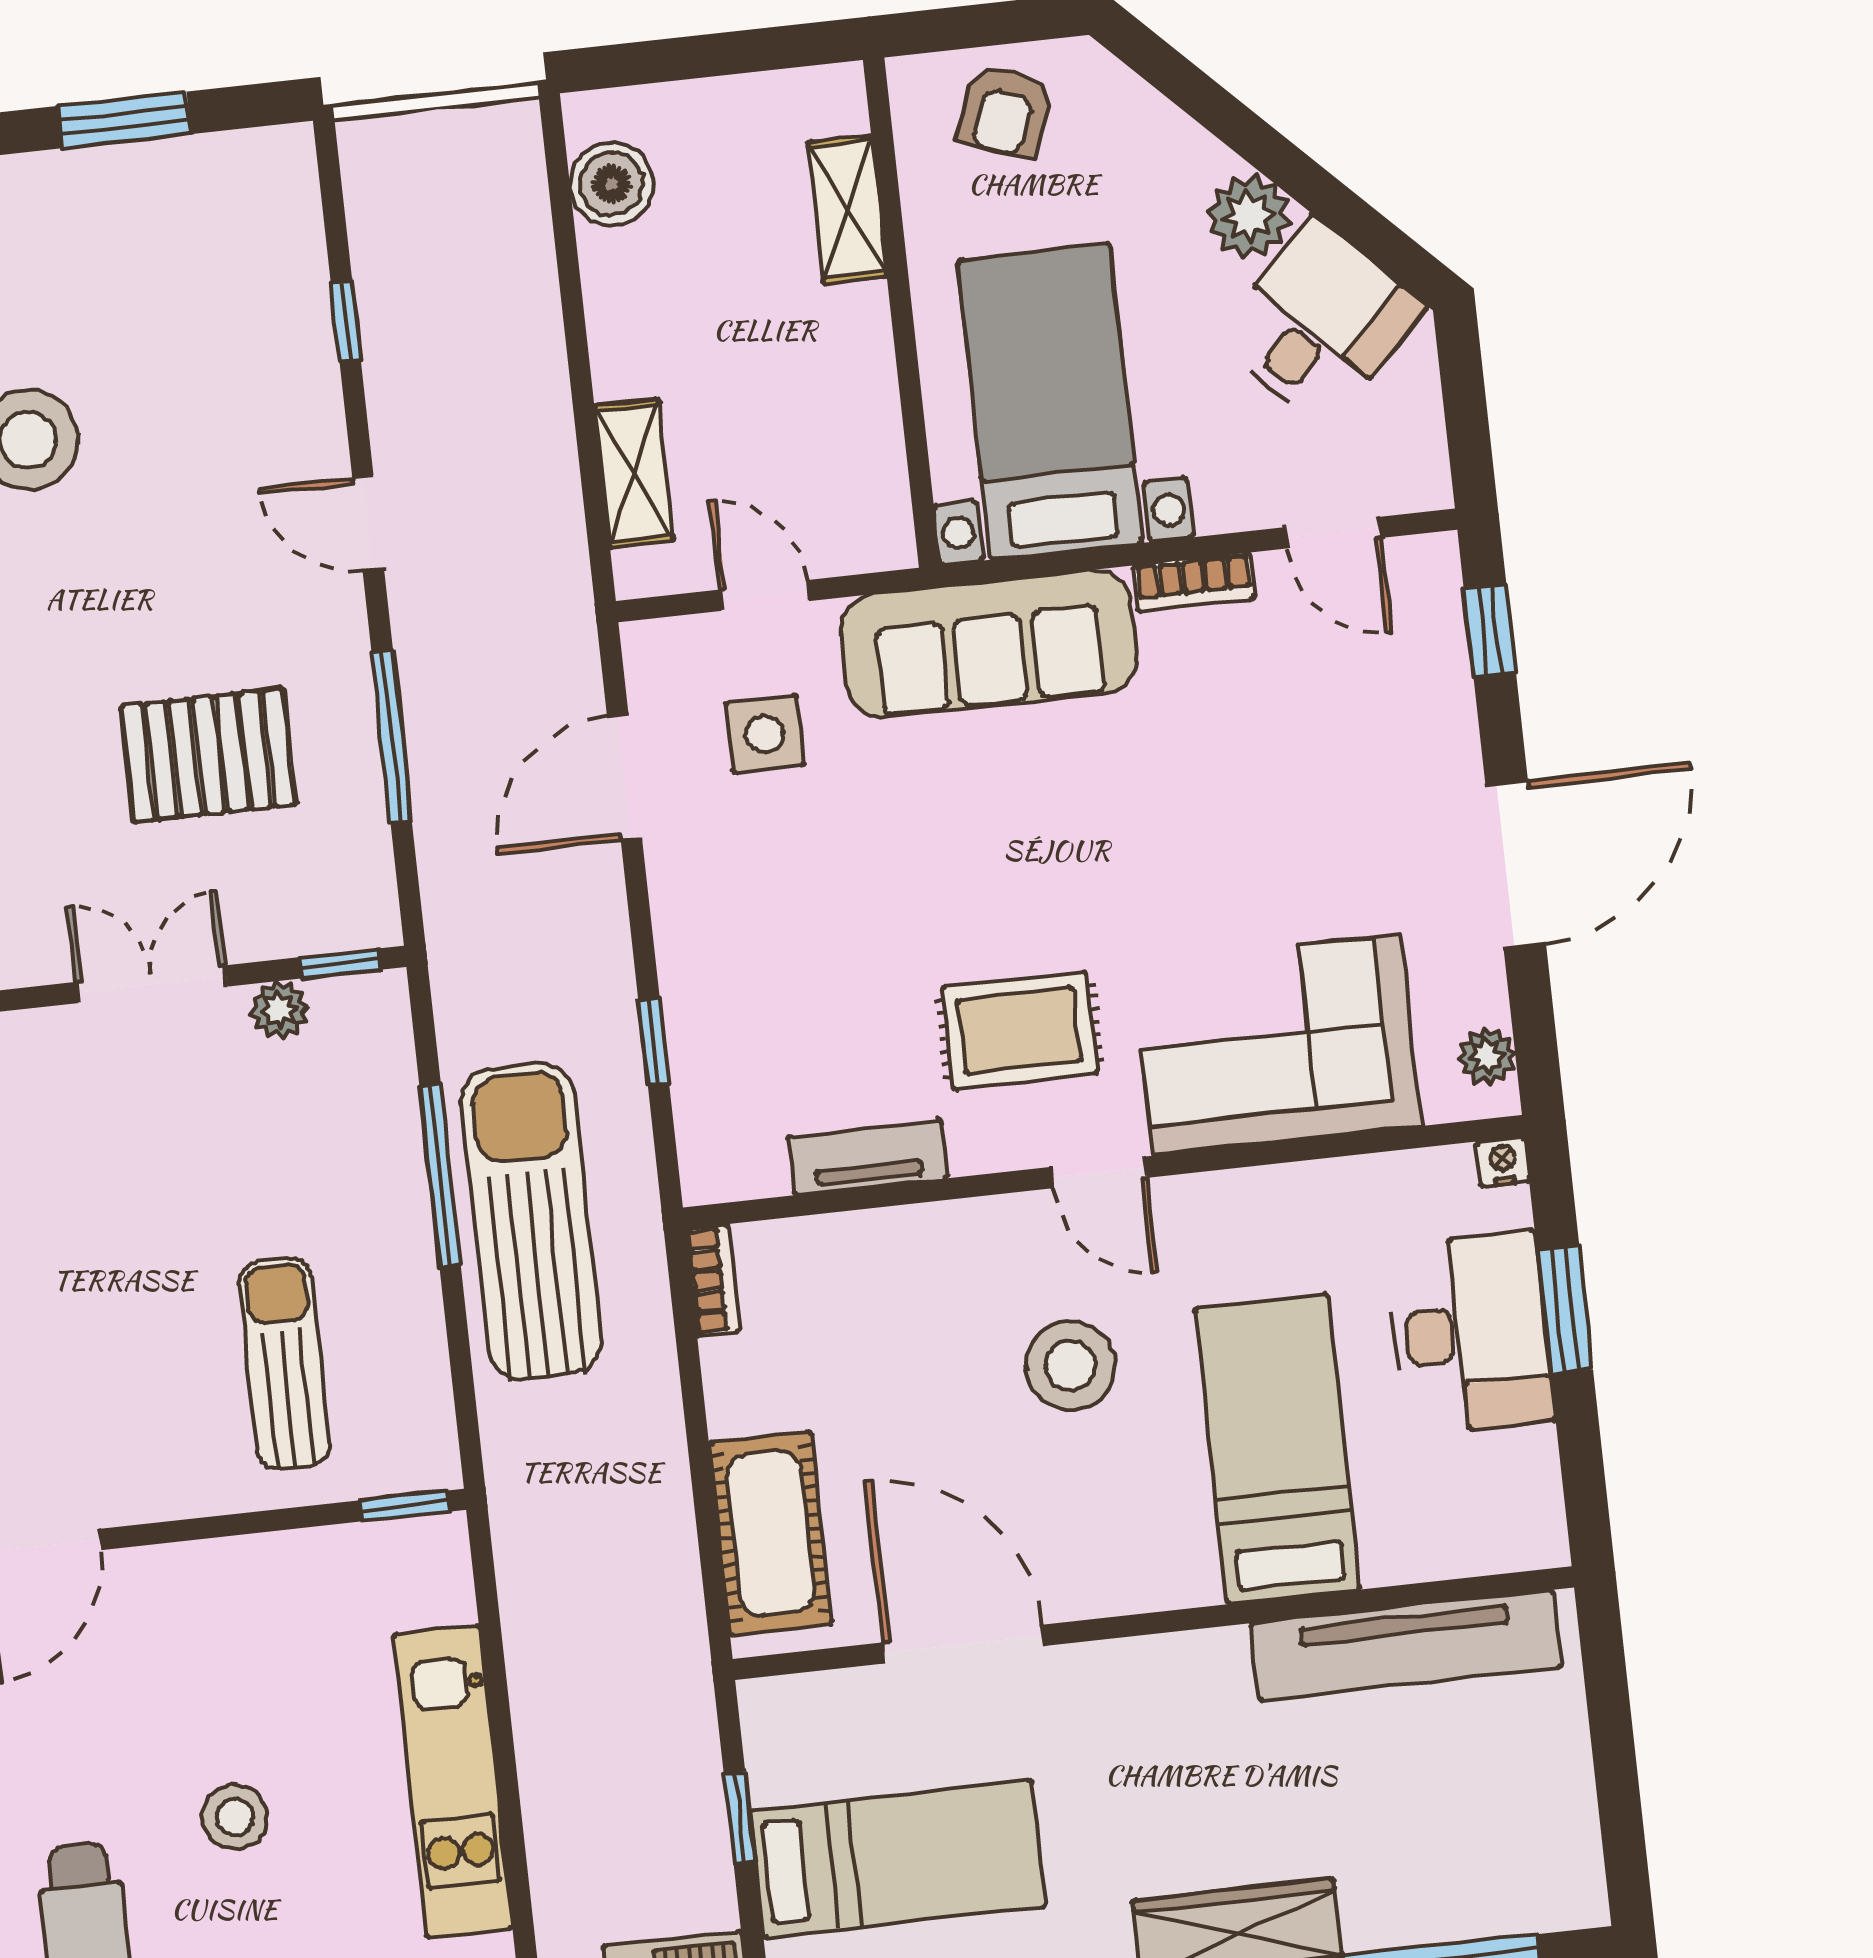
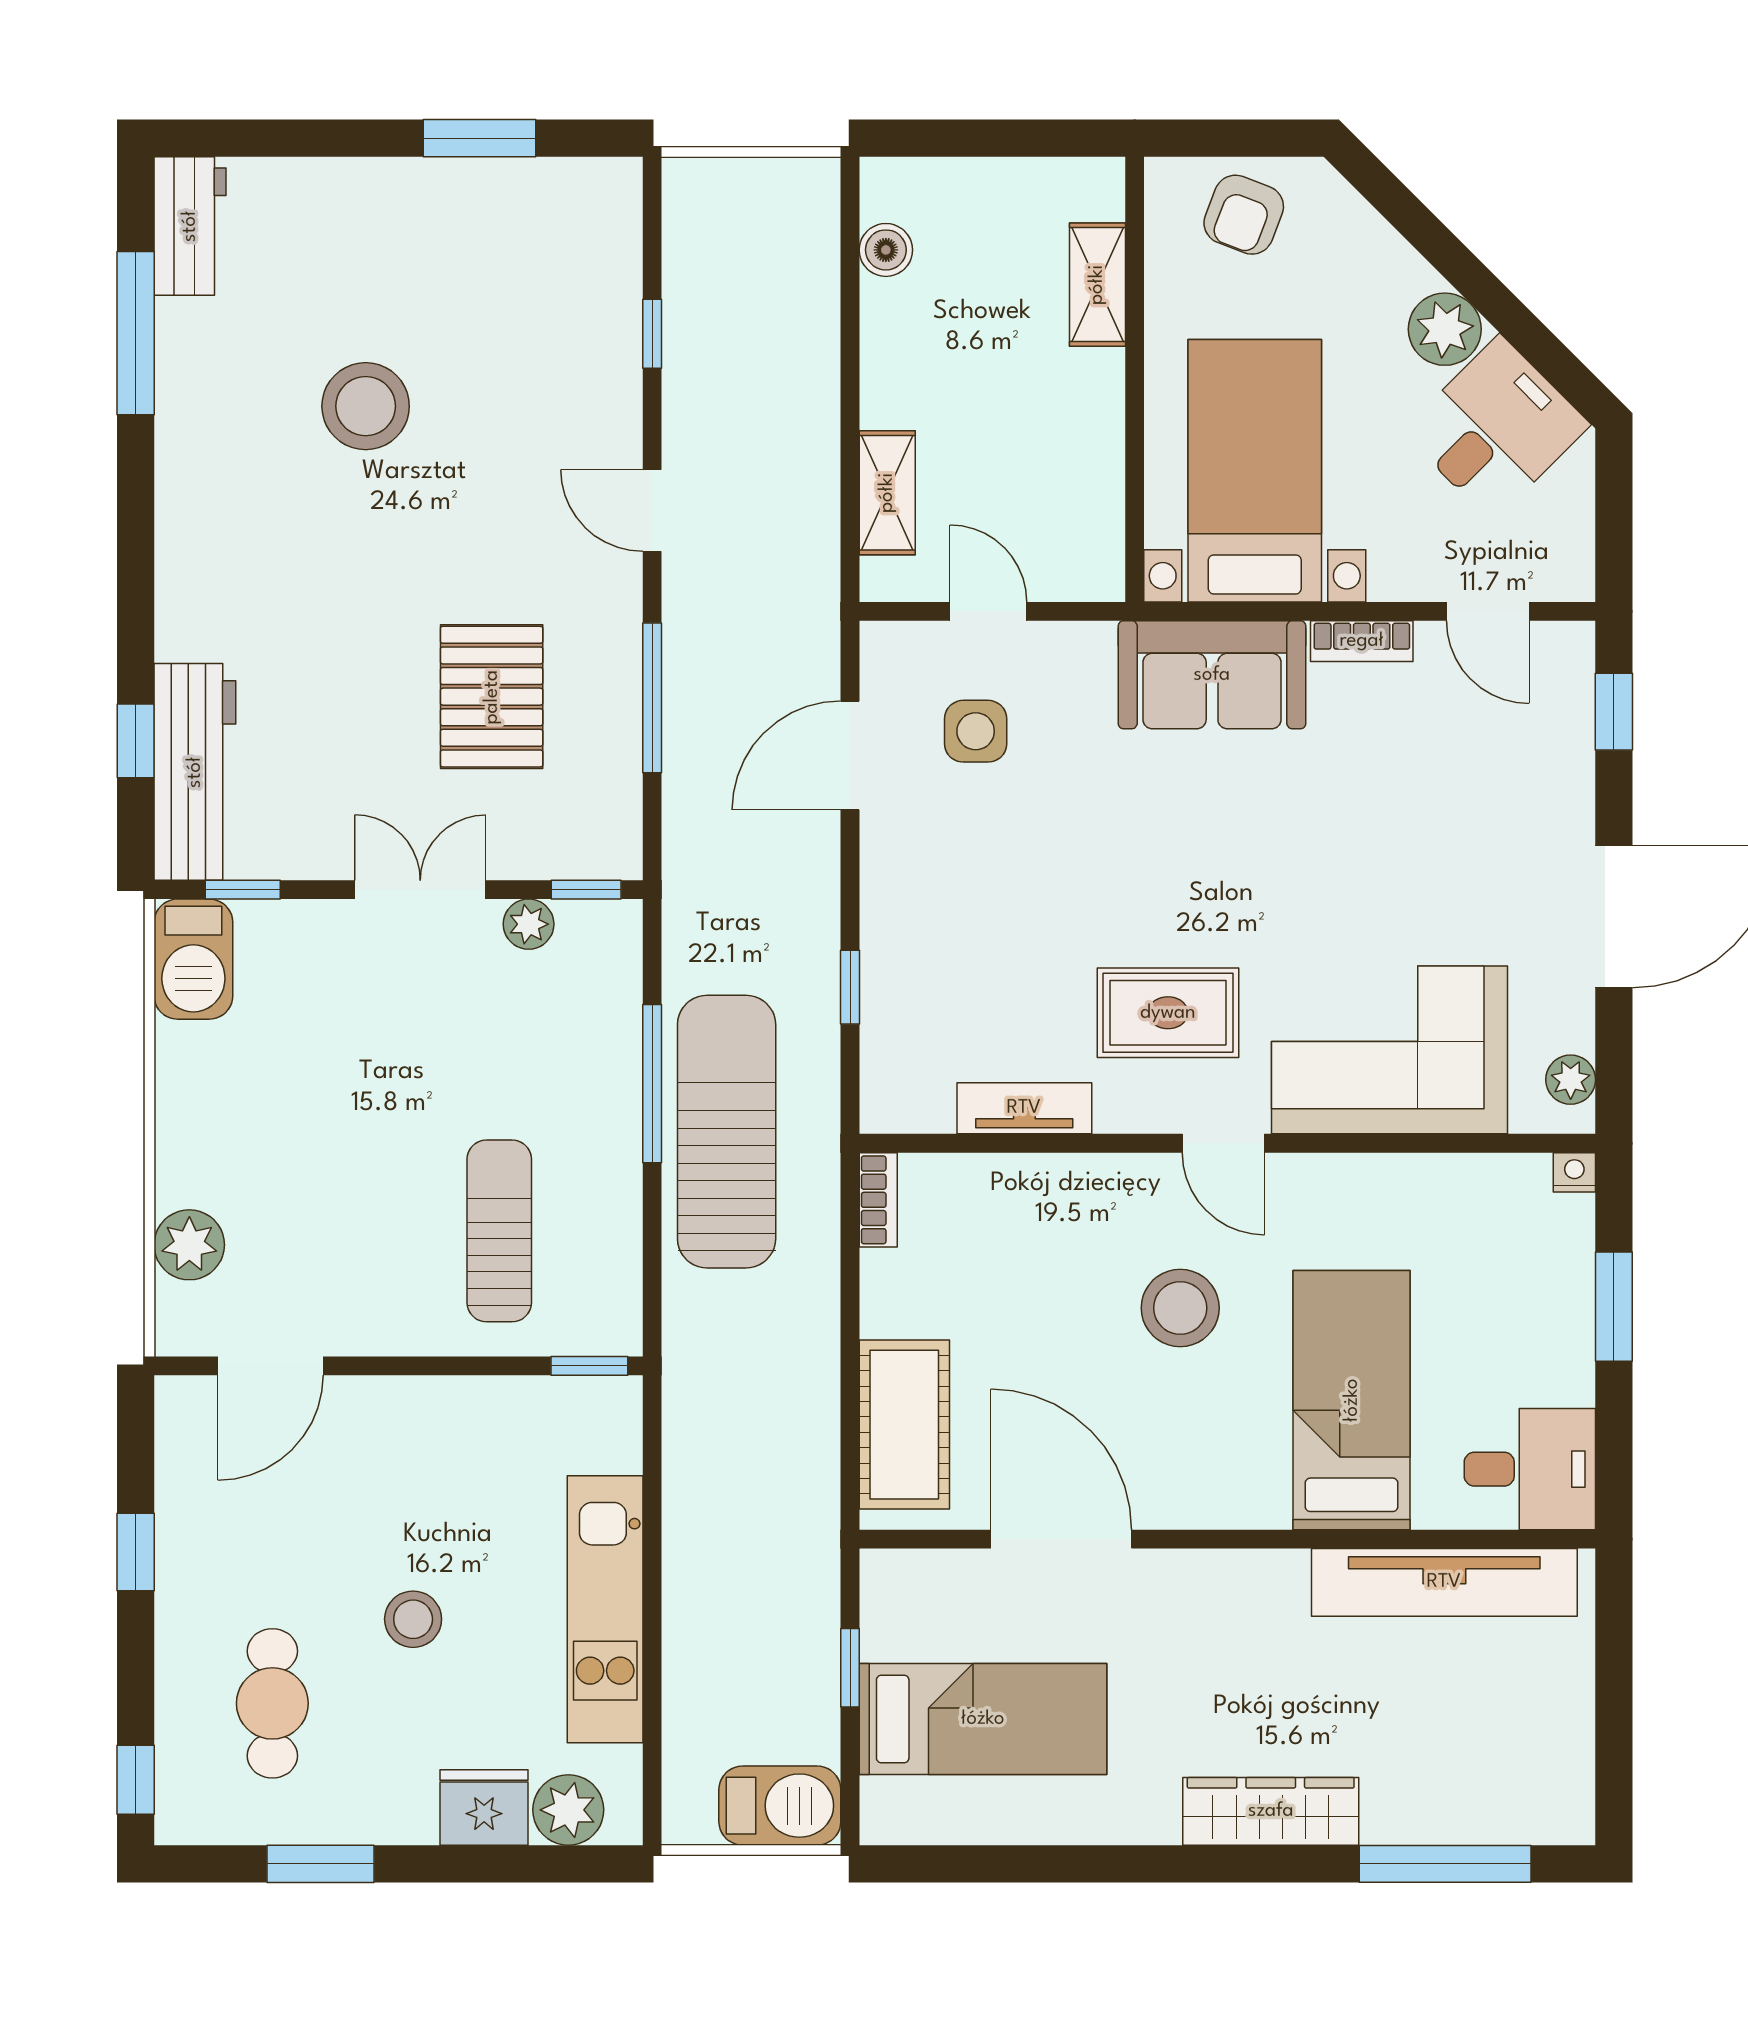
boiler: (612, 184) -> (886, 250), width x0.73, depth x0.73
sofa: (989, 644) -> (1212, 675), width x0.73
pallet: (209, 755) -> (492, 697), turned 90
desk: (1470, 1333) -> (1530, 1469), moved, width x0.73

